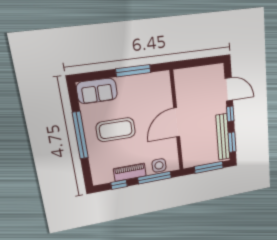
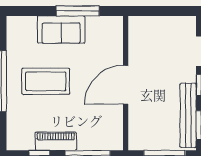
sofa: (97, 91) -> (61, 30), moved
side table: (159, 165) -> (96, 139), removed

